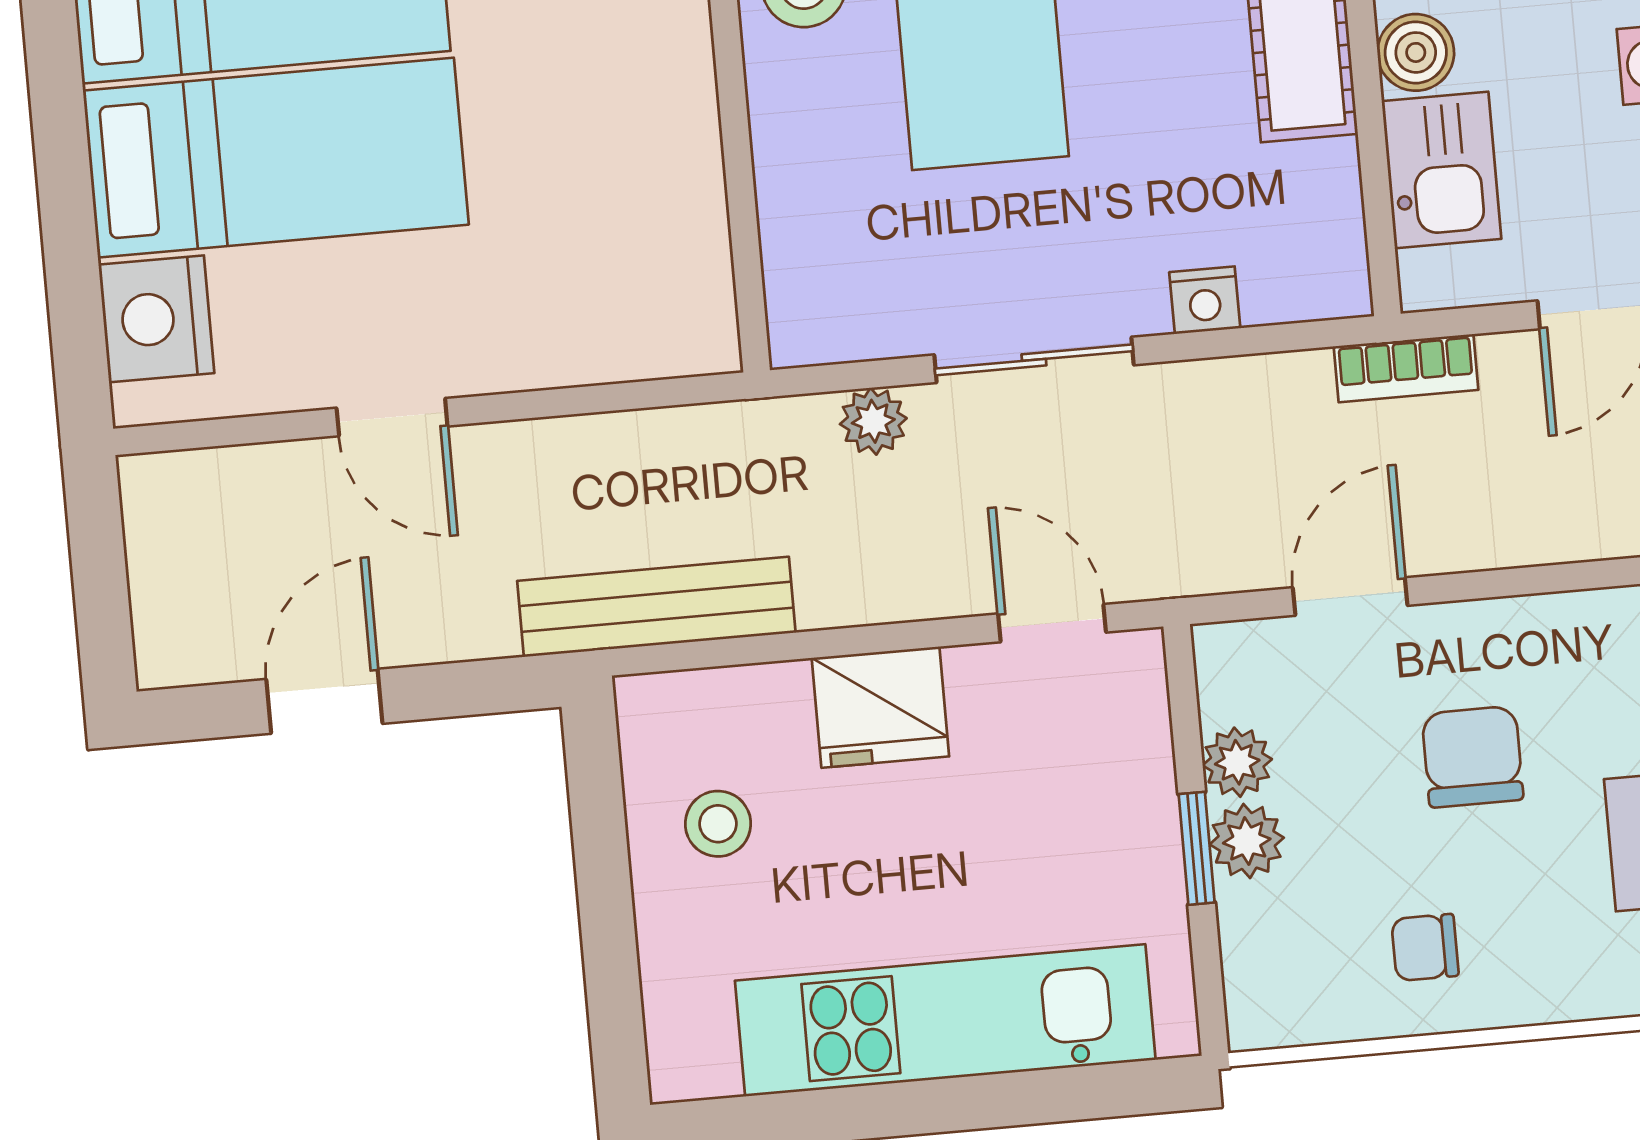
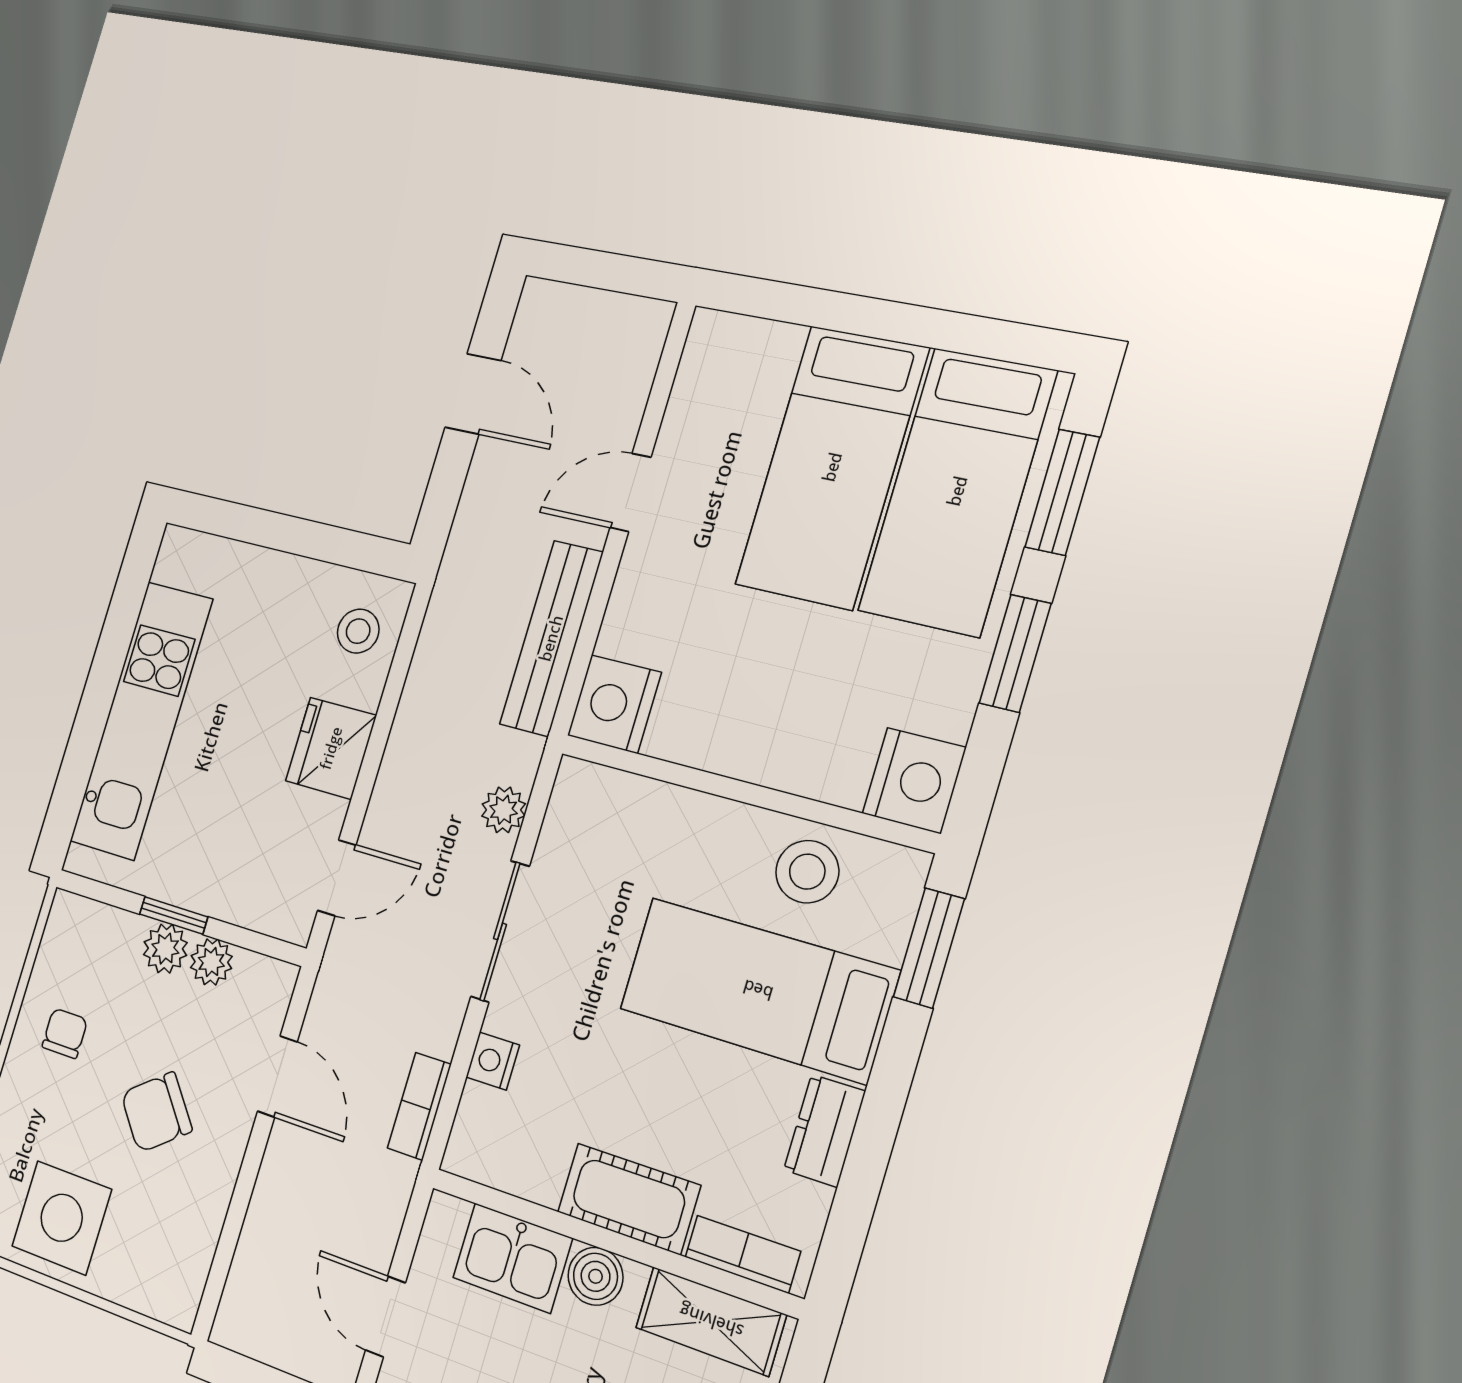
nightstand: (156, 319) -> (614, 704), moved, turned -90
bookcase: (1406, 368) -> (419, 1106), moved
bench: (656, 607) -> (551, 638), moved
chair: (1473, 757) -> (156, 1112), turned 142
stool: (718, 824) -> (358, 631), moved

